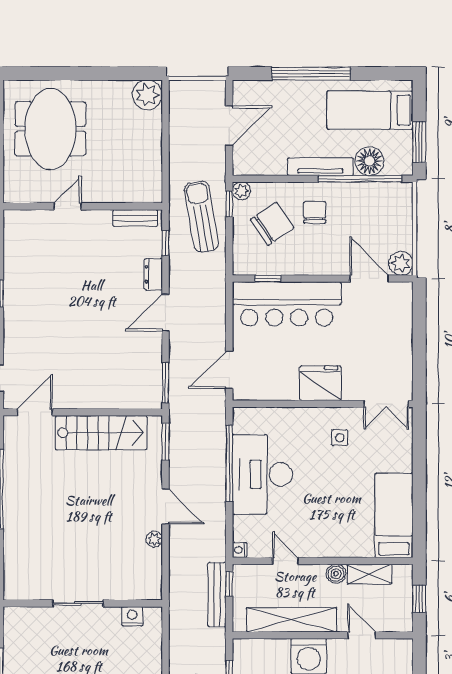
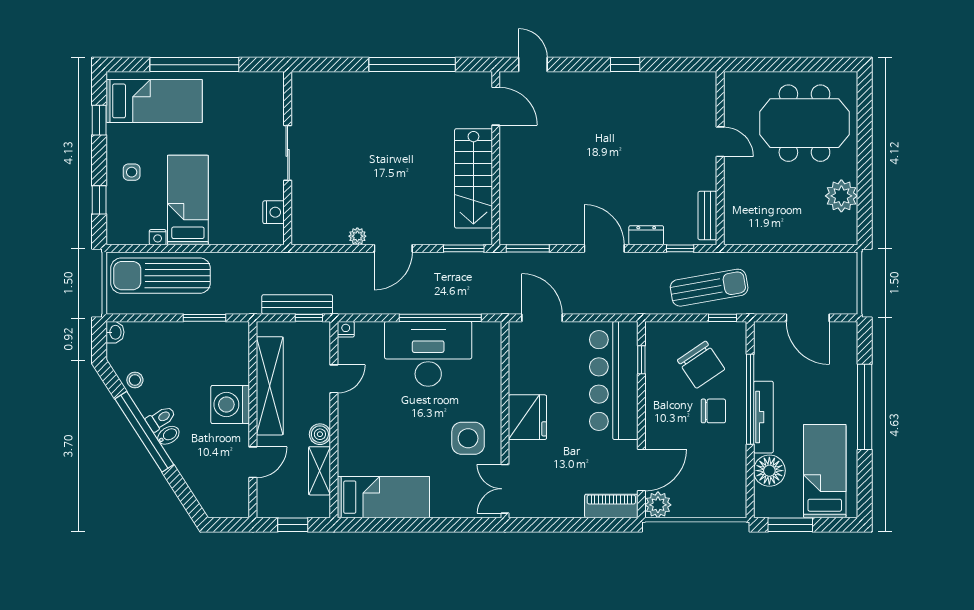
plant: (147, 95) -> (841, 196), moved
window: (360, 179) -> (750, 399), moved
plant: (241, 191) -> (737, 331), removed
piano: (402, 306) -> (611, 506), added
side table: (340, 438) -> (468, 438), width x1.87, depth x1.87

